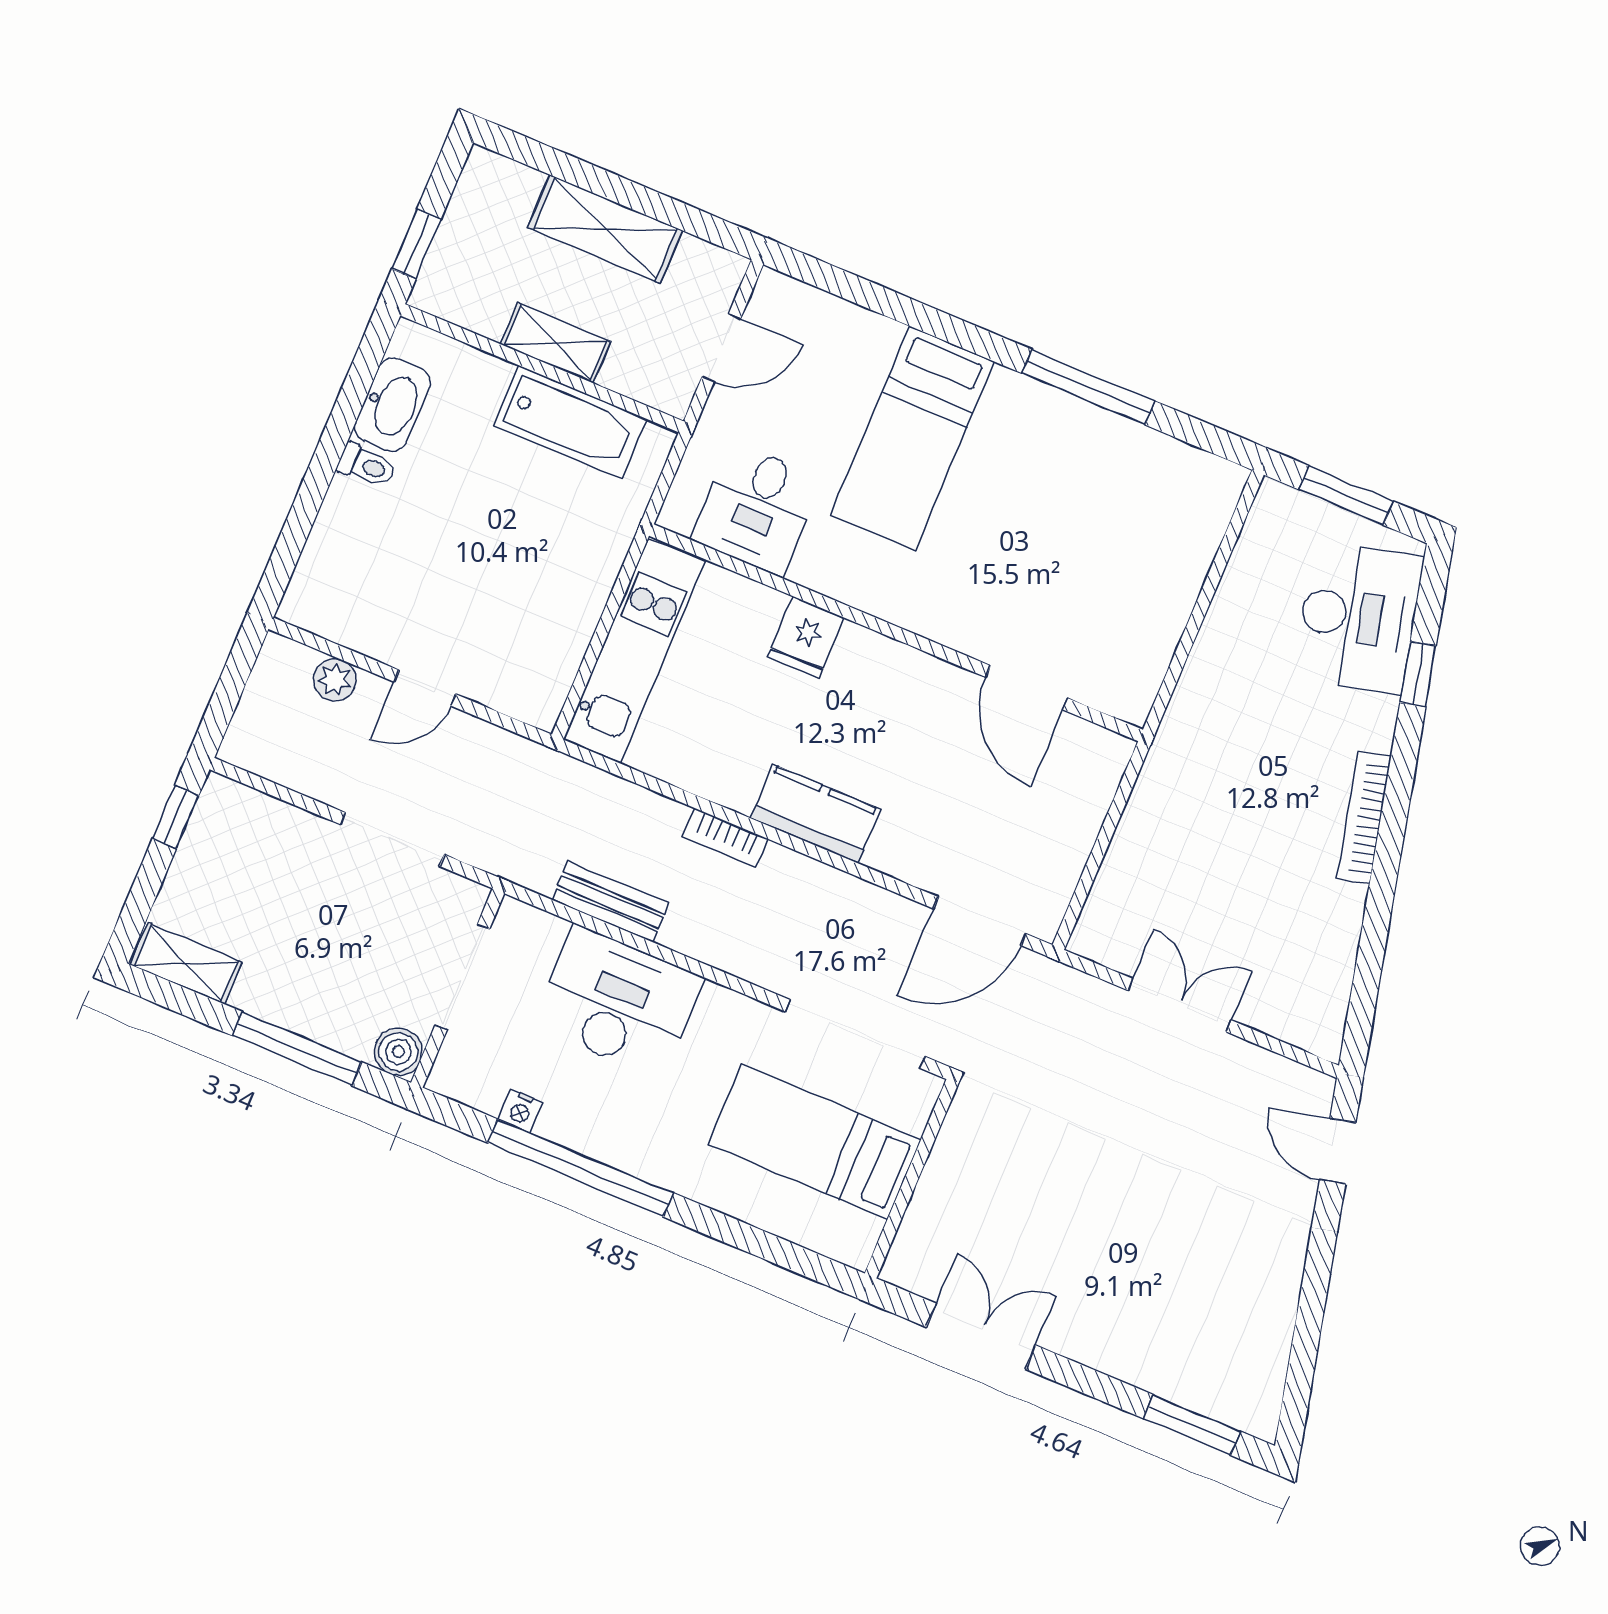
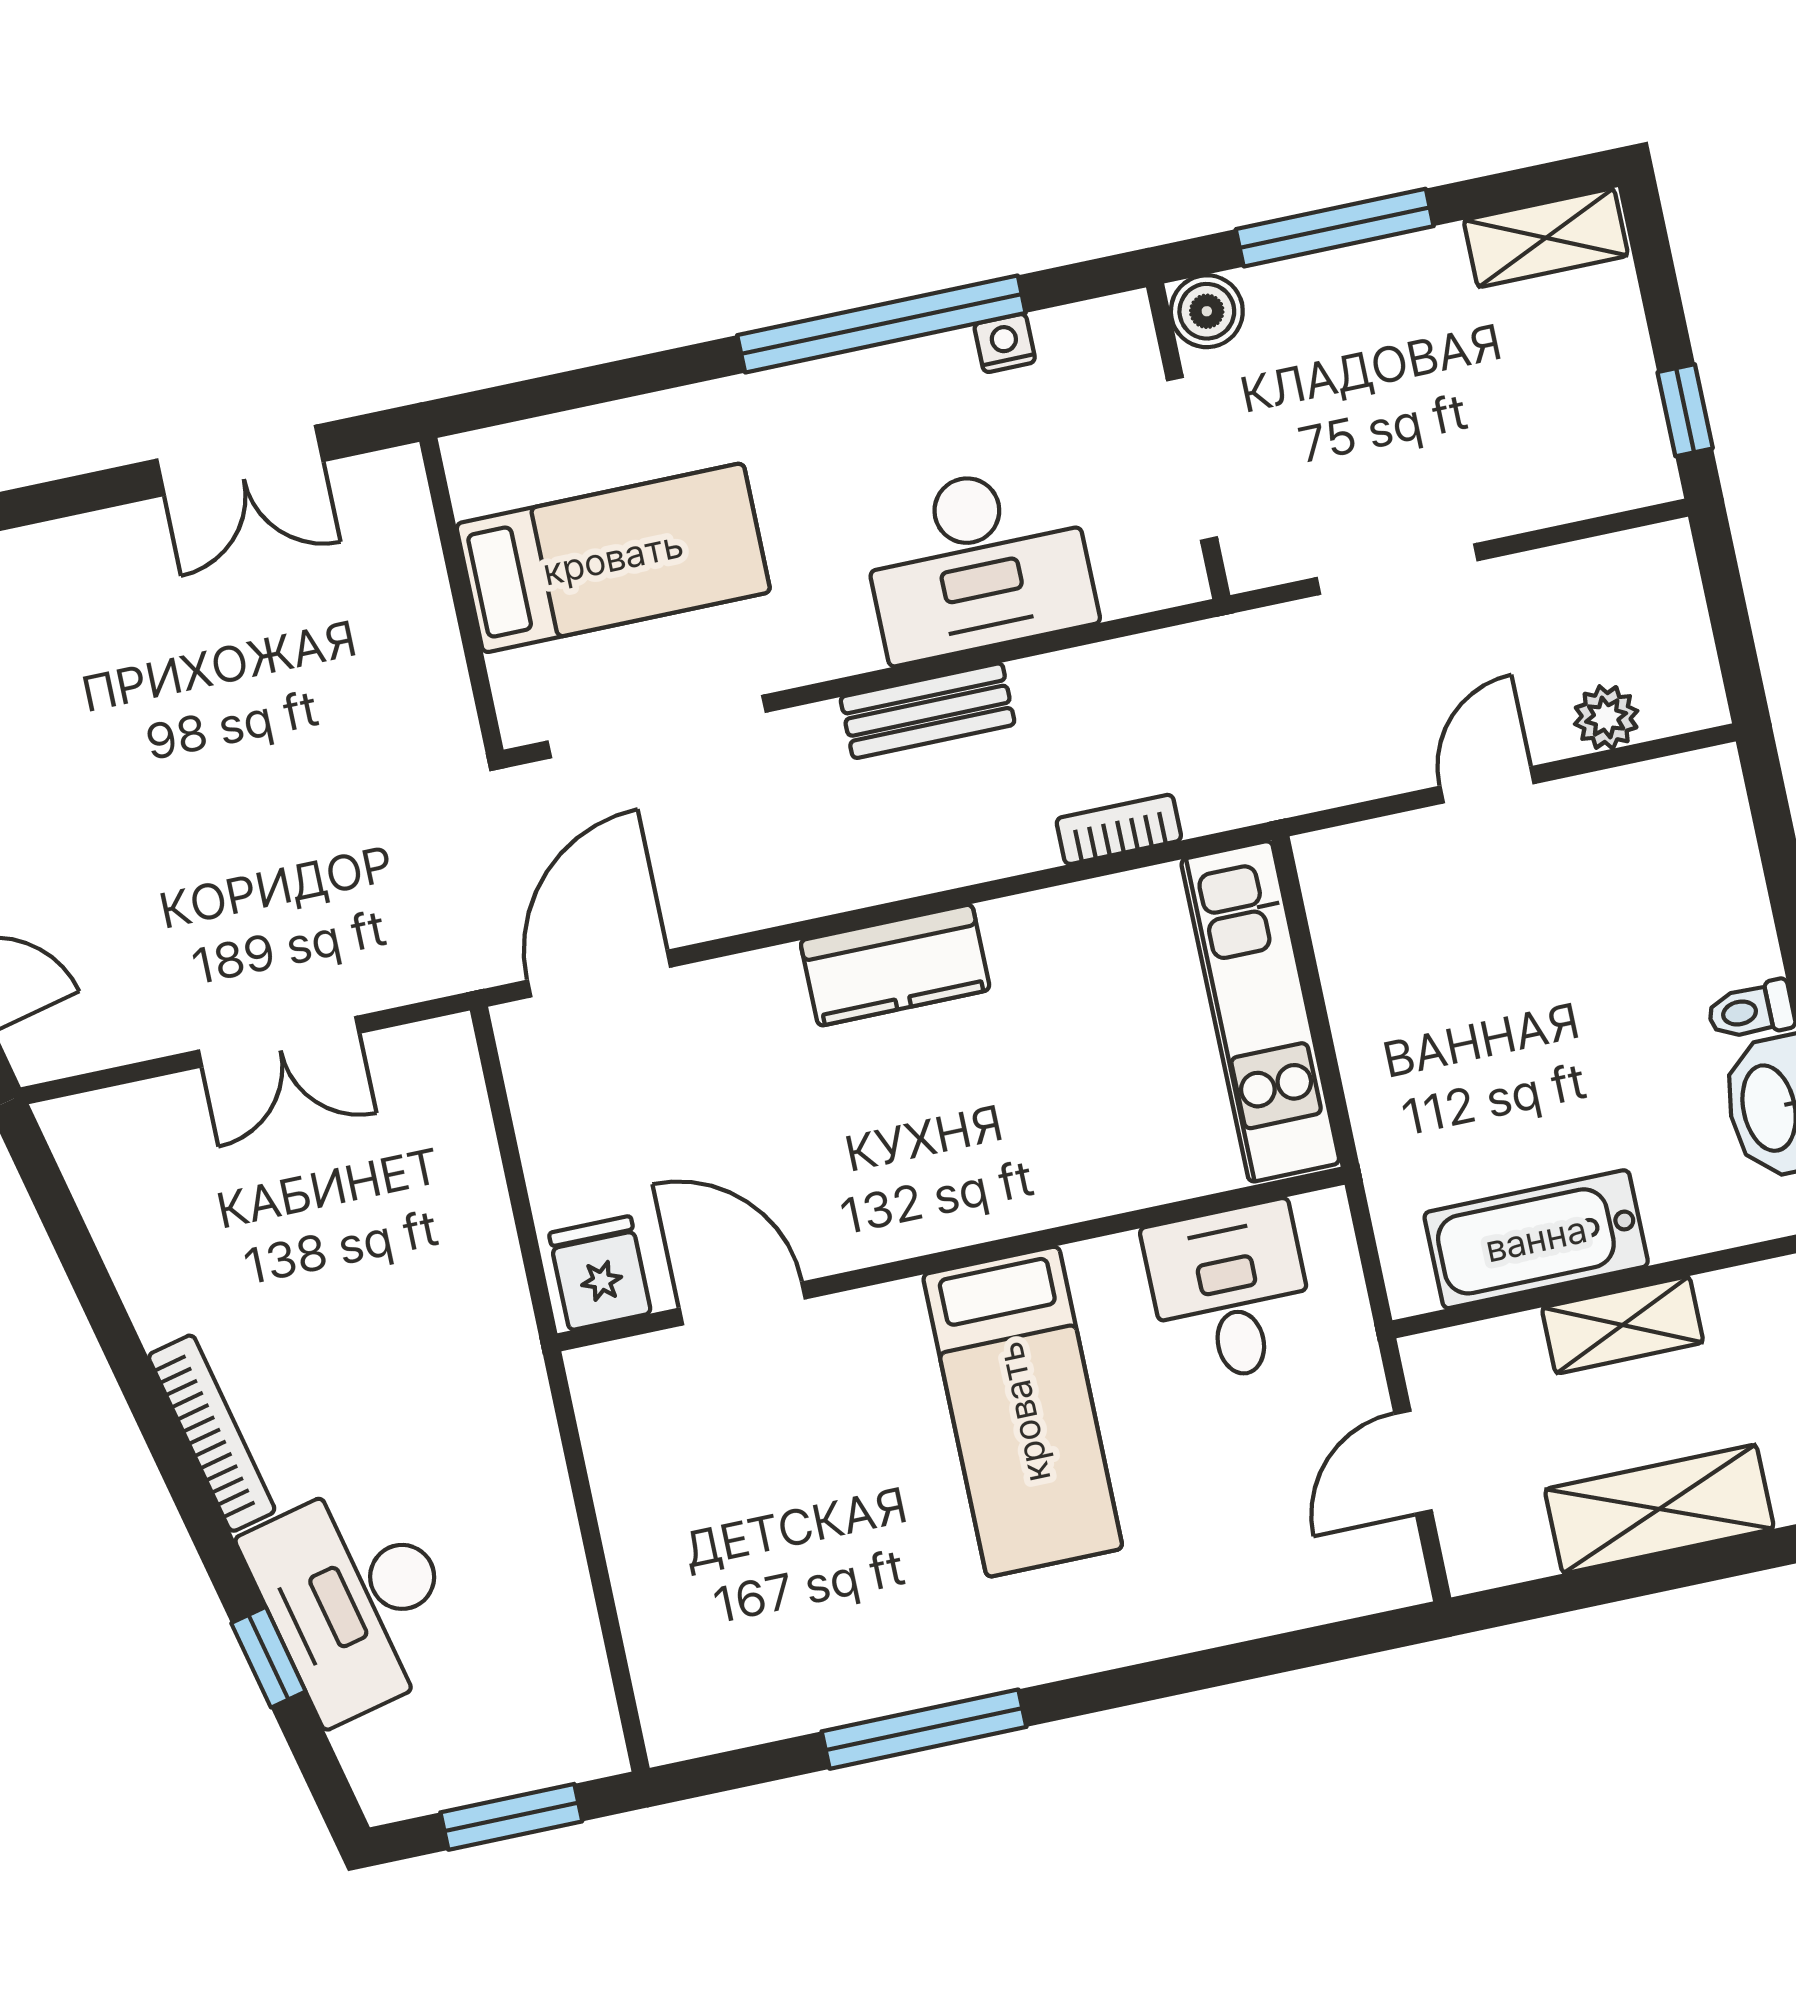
bed: (912, 438) -> (1023, 1412), moved, turned 180
desk: (1358, 617) -> (355, 1599), moved
fridge: (806, 637) -> (600, 1273), moved
bookcase: (725, 838) -> (1119, 829), moved
bench: (610, 902) -> (928, 711), moved

